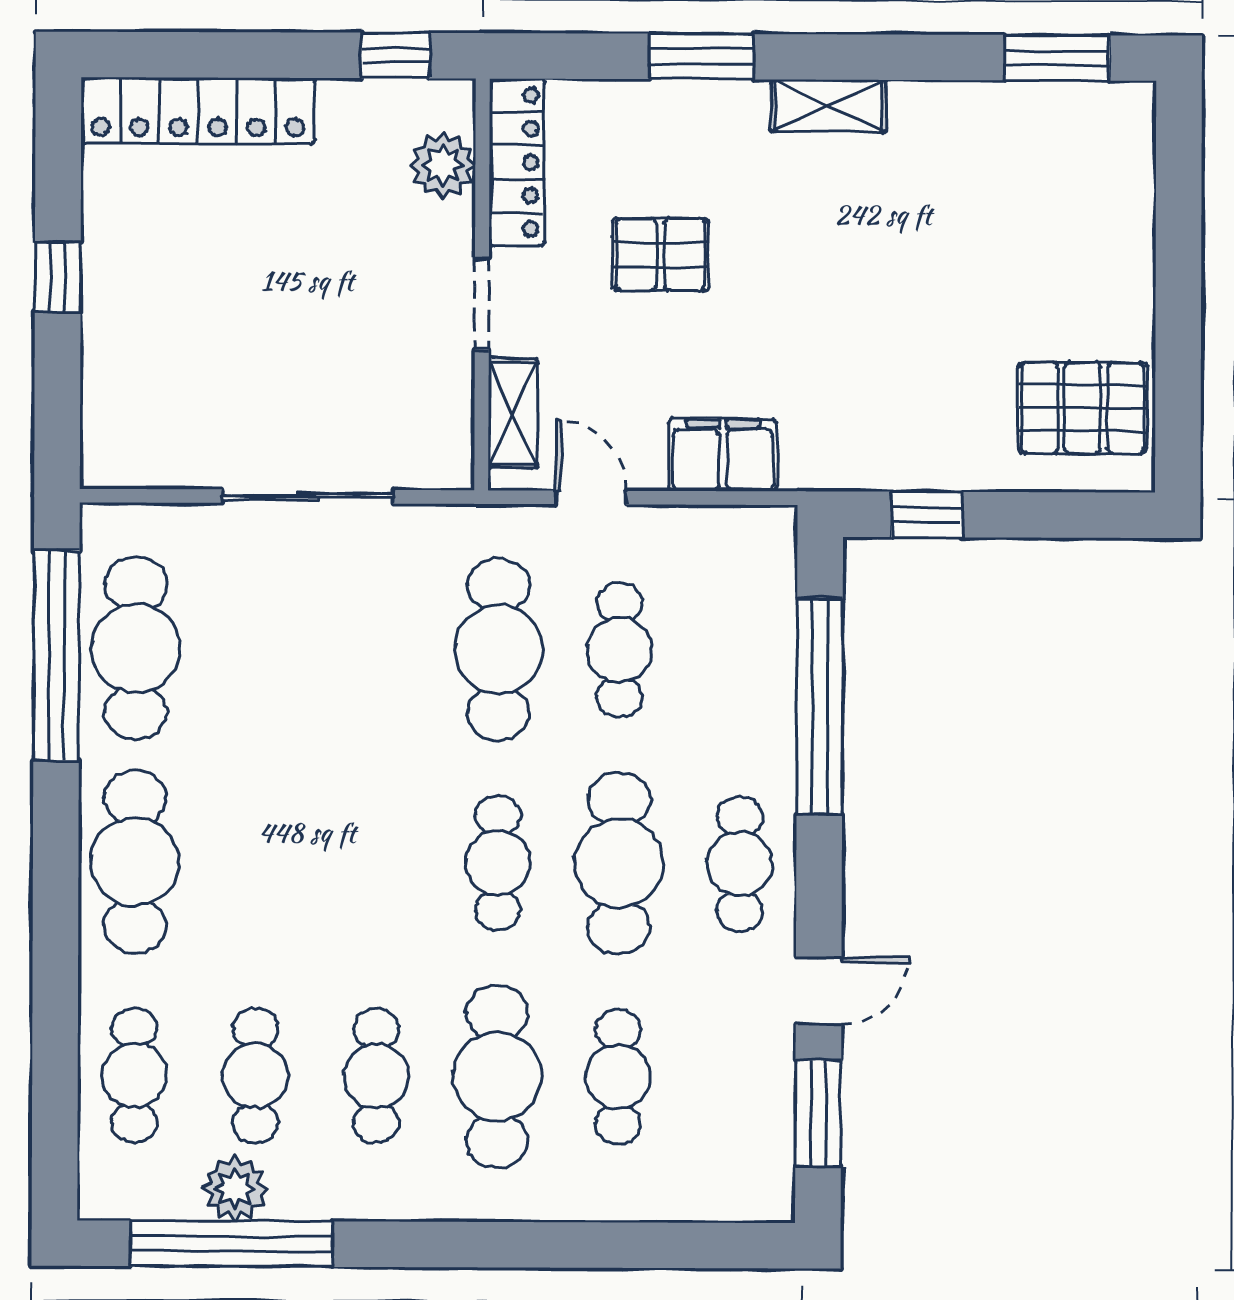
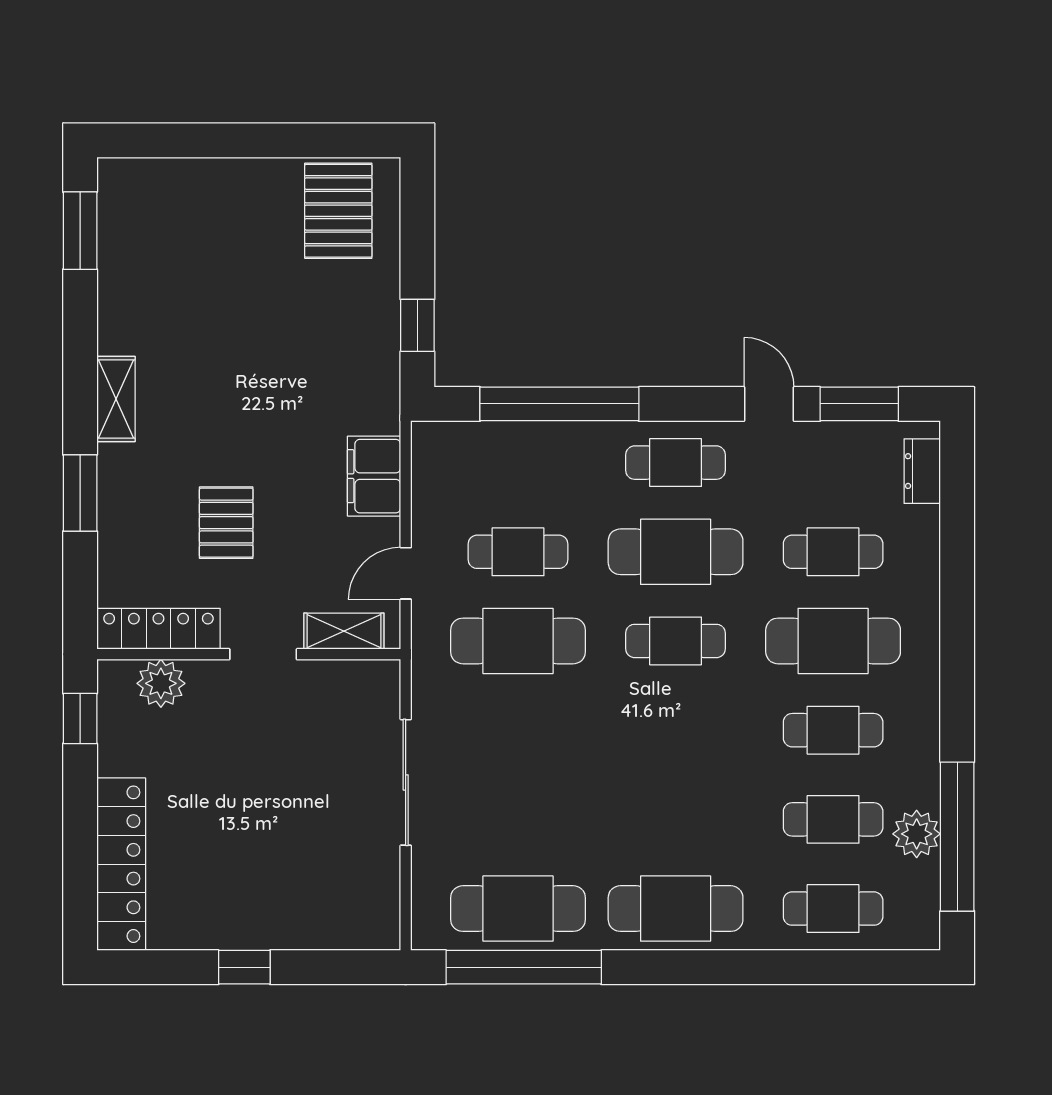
dresser: (727, 1198) -> (922, 471), added

